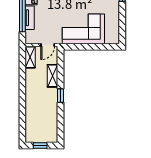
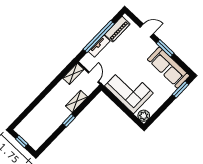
plant: (113, 38) -> (144, 116), added
door: (48, 45) -> (94, 77), swing flipped

